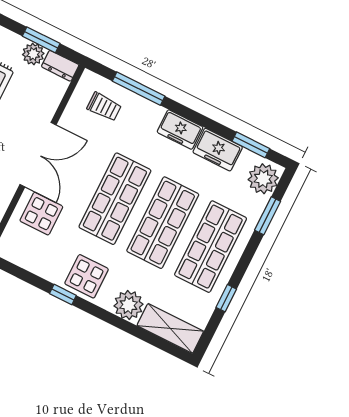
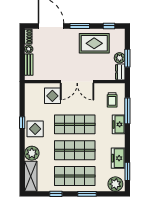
freezer: (180, 130) -> (119, 124), moved
window: (268, 216) -> (87, 194), moved

